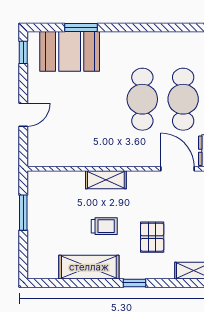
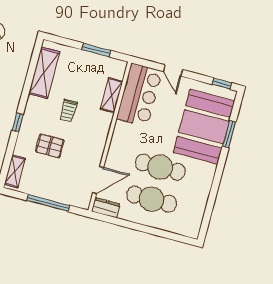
booth: (70, 51) -> (204, 127), width x1.36, depth x1.42
bar counter: (63, 147) -> (139, 95), added
shelving: (106, 180) -> (112, 95), moved
shelving: (89, 267) -> (44, 73), moved

